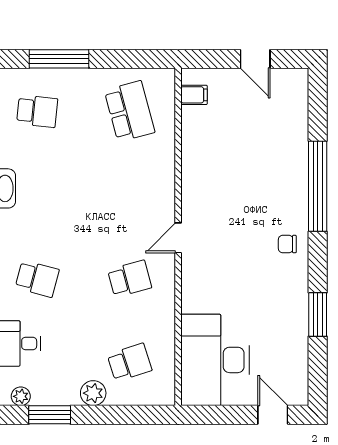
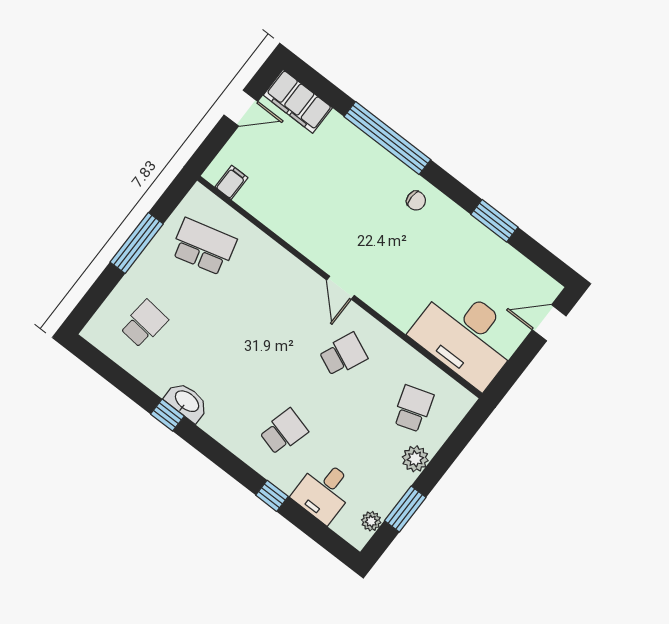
window: (59, 59) -> (137, 243), moved
filing cabinet: (293, 98) -> (298, 101), added
chair: (287, 244) -> (416, 201), turned -90
school desk: (130, 279) -> (343, 355), turned 39

